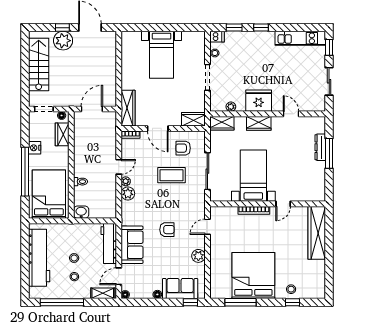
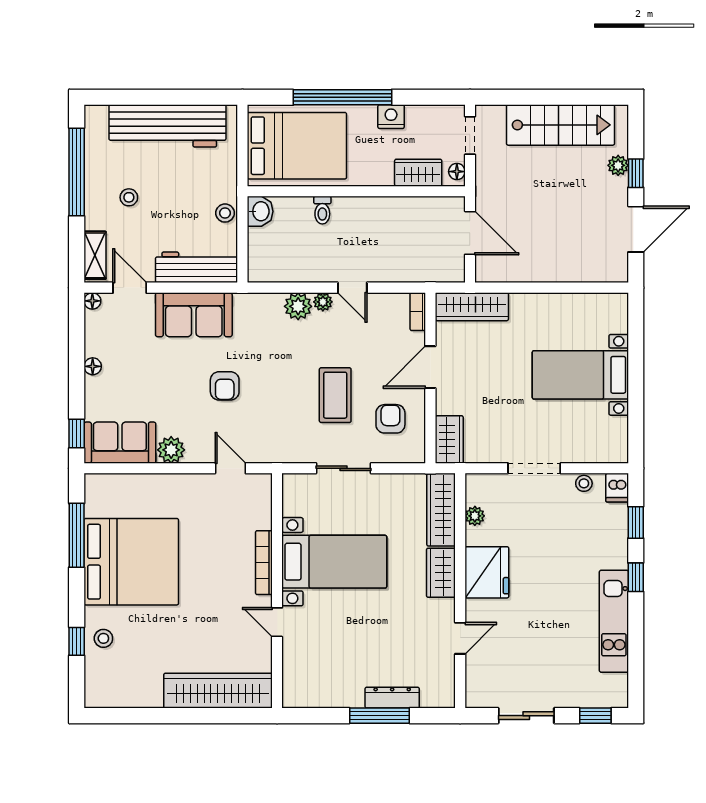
kitchen unit: (300, 38) -> (614, 621), moved
plant: (63, 41) -> (618, 165), width x0.53, depth x0.53
wardrobe: (222, 123) -> (441, 510), width x1.50
sliding door: (207, 171) -> (344, 468), width x0.73
stool: (74, 258) -> (225, 213), moved
sofa: (180, 288) -> (120, 443), moved, turned -90

